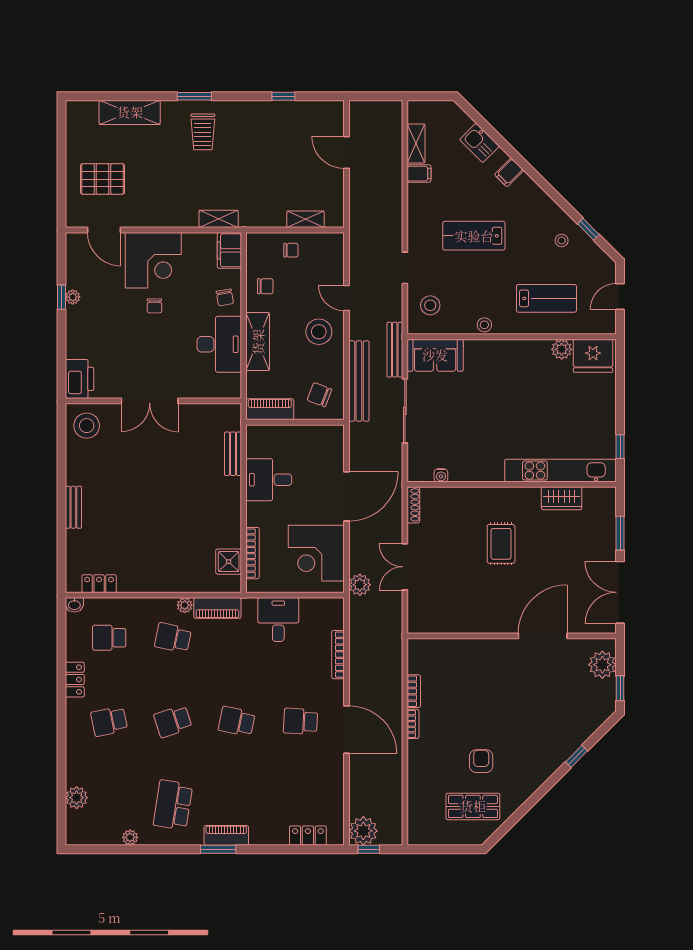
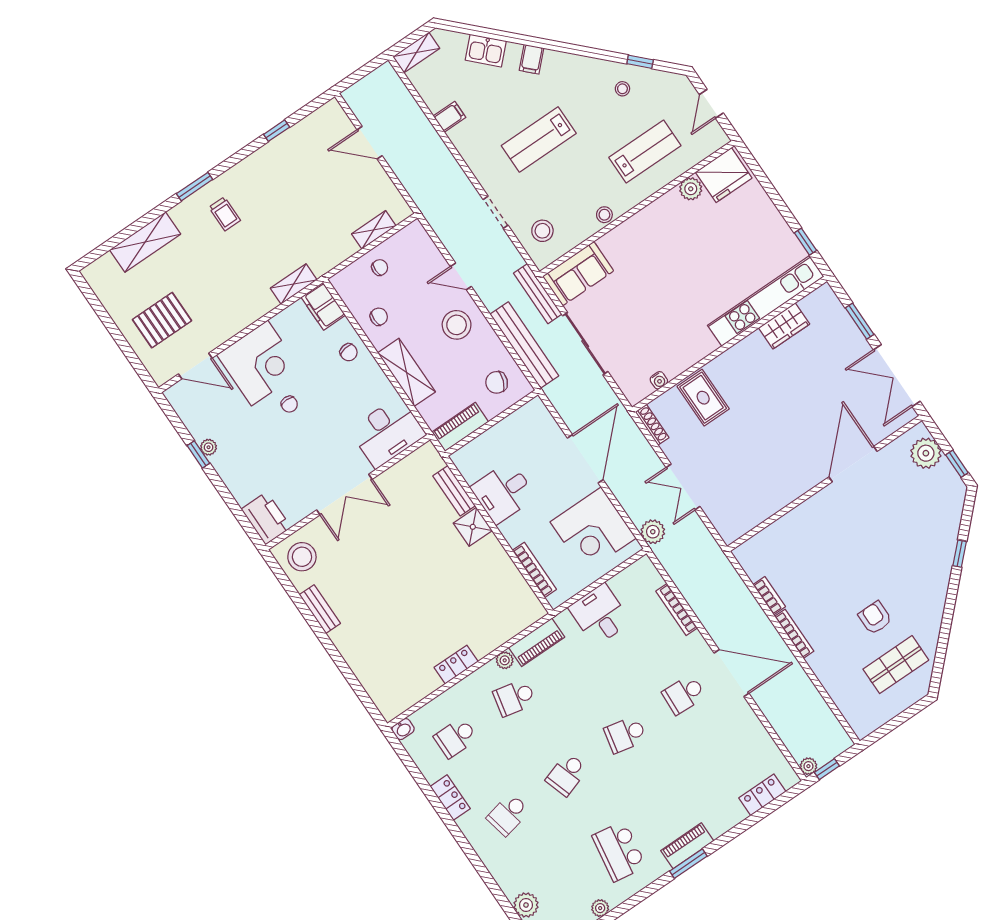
trolley: (203, 132) -> (225, 214), width x0.73, depth x0.72
shelving: (416, 143) -> (416, 53), moved, turned 90
desk: (219, 344) -> (388, 432), moved, turned 90
bench: (73, 507) -> (320, 609), moved
rug: (501, 544) -> (703, 398), moved
shower: (229, 562) -> (473, 527), moved
locker: (99, 584) -> (456, 665), moved
bookcase: (413, 724) -> (794, 634), width x1.56
plant: (363, 831) -> (808, 766), width x0.53, depth x0.53

